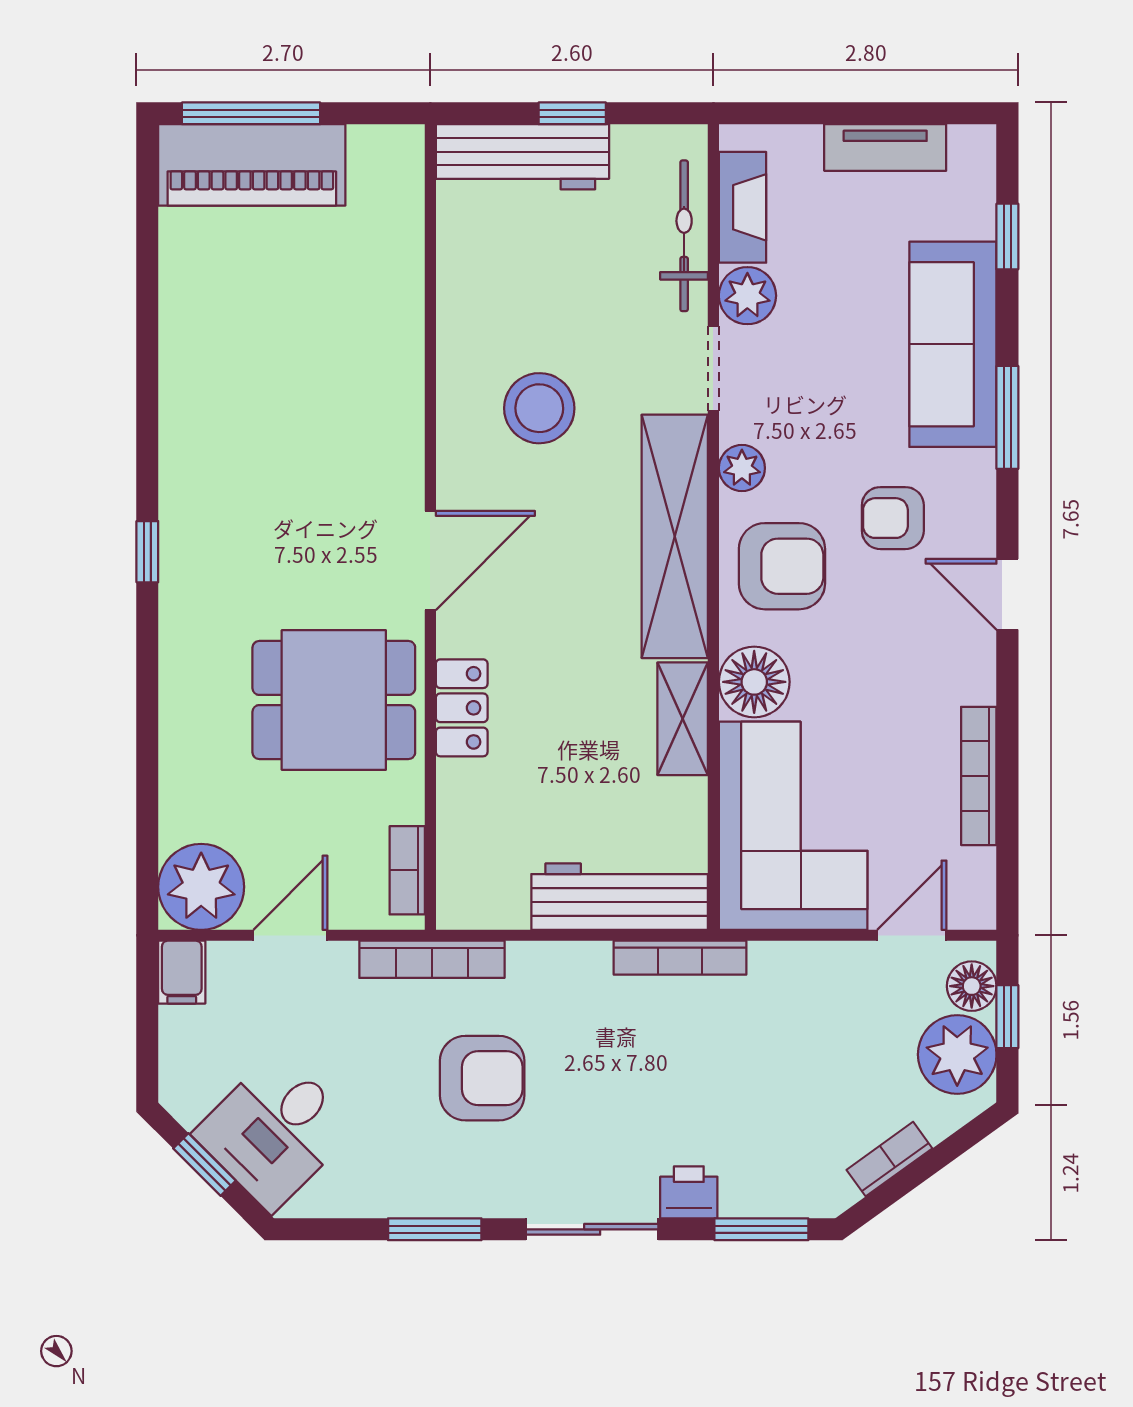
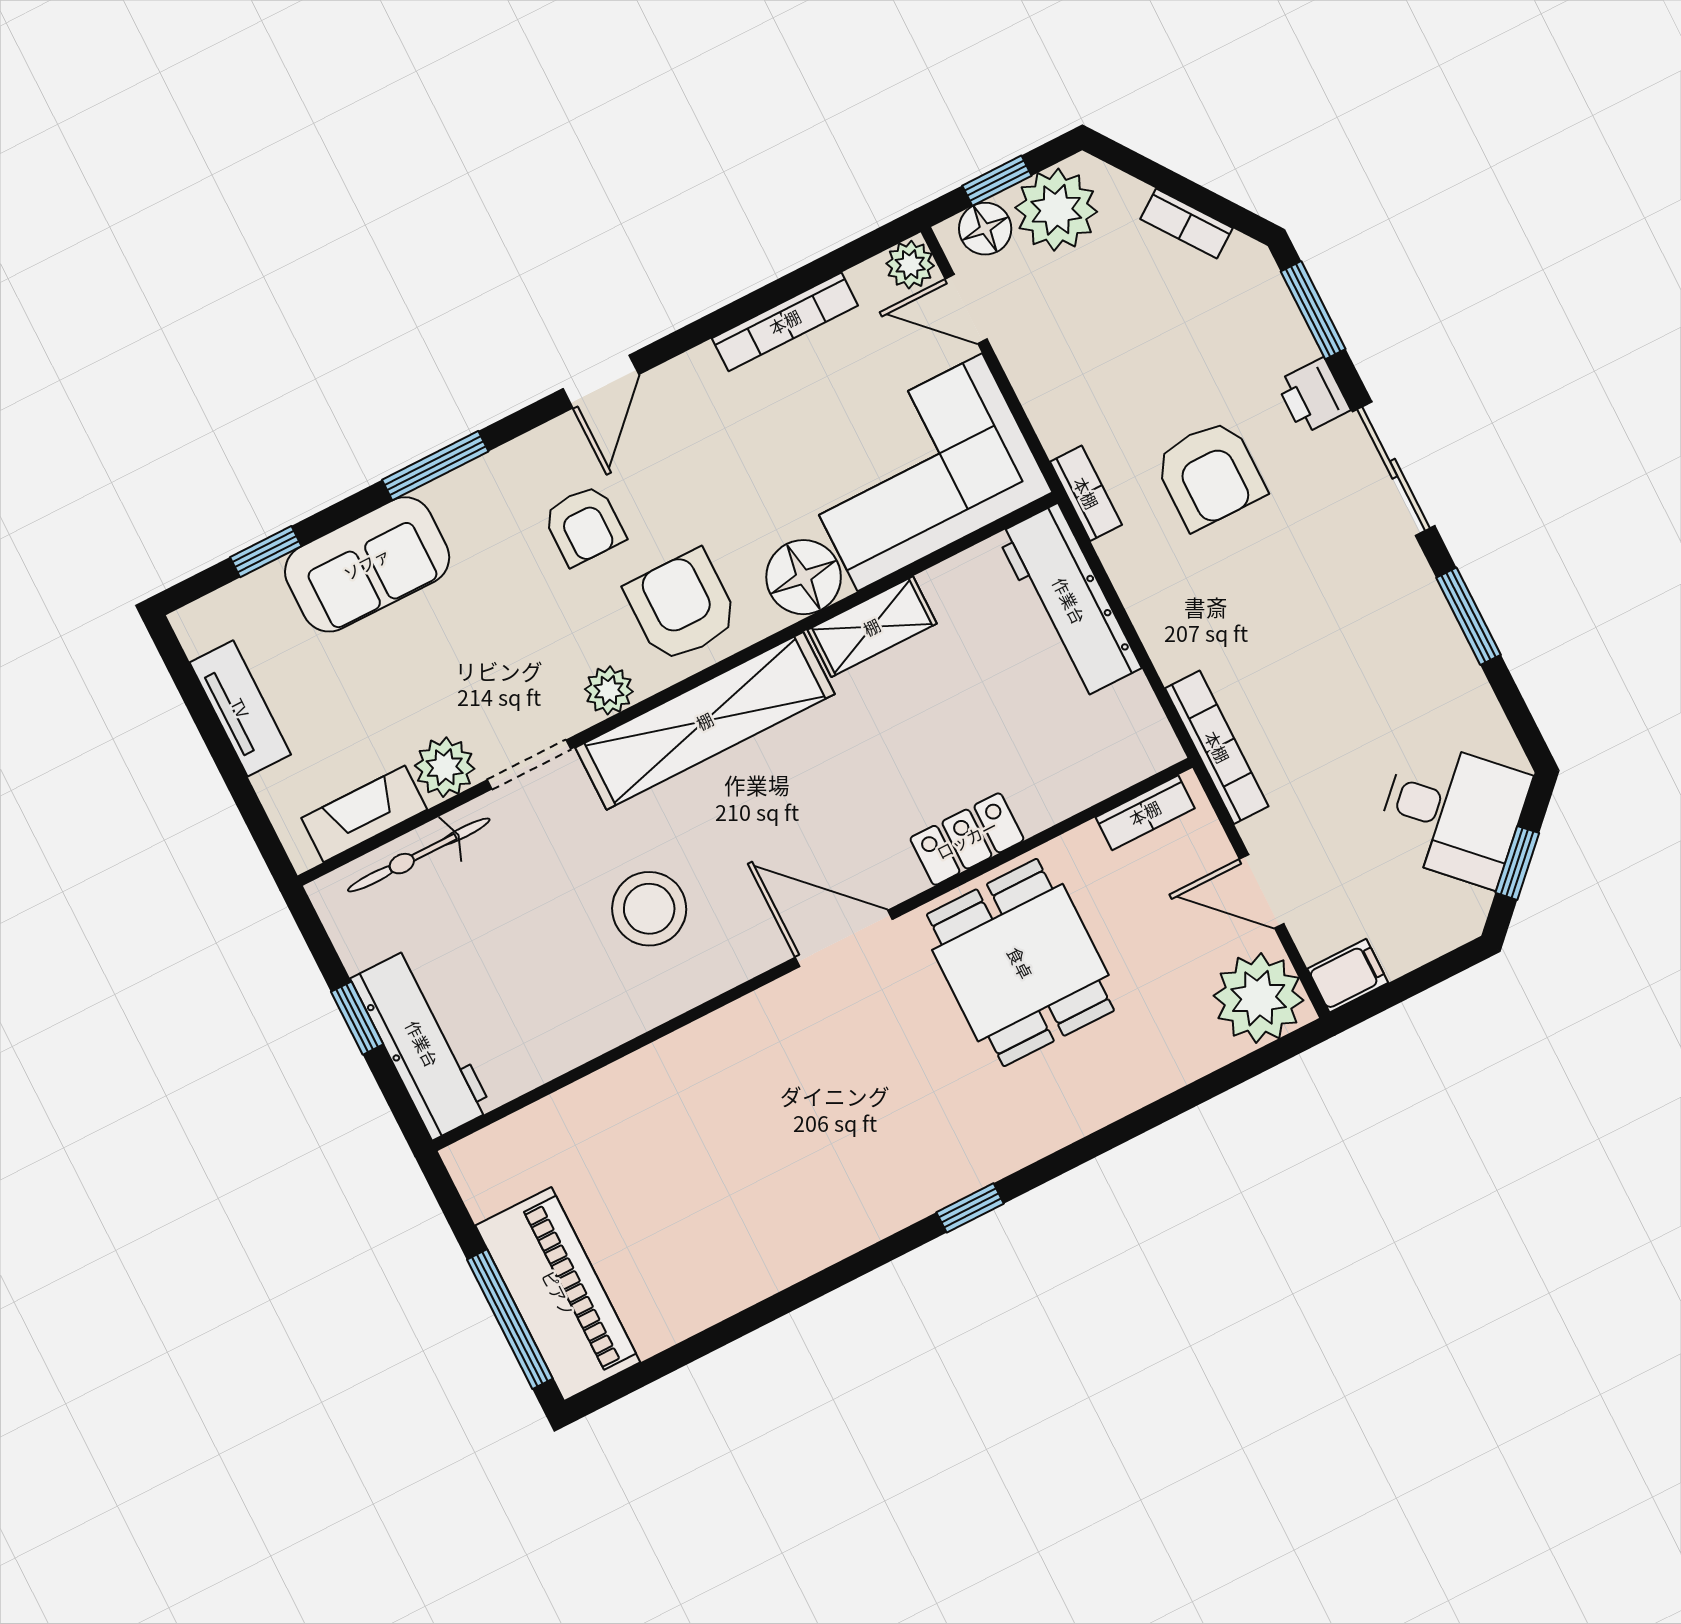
sofa: (953, 344) -> (367, 564), width x0.73
plant: (974, 907) -> (910, 265), added
bookcase: (680, 958) -> (1086, 493), width x0.64
armchair: (482, 1078) -> (1210, 474), moved, turned 180

